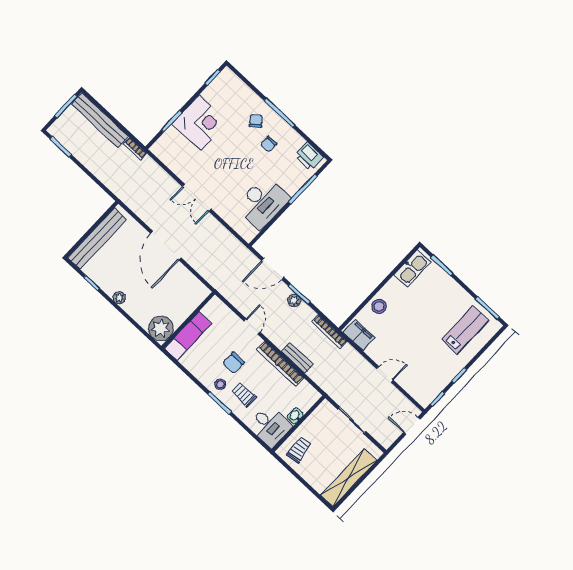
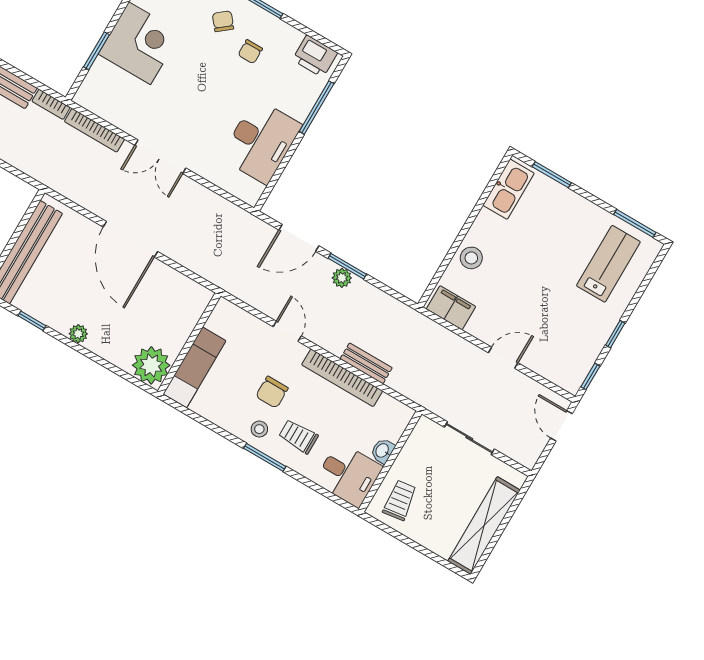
bookcase: (329, 332) -> (94, 130), moved
door: (412, 426) -> (561, 426), hinge flipped

